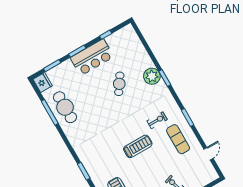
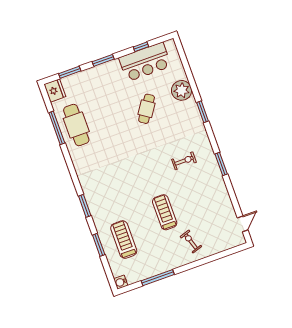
bar counter: (92, 57) -> (145, 62), moved
plant: (152, 76) -> (182, 90), moved
exercise mat: (178, 139) -> (205, 188), removed
treadmill: (138, 146) -> (165, 212), moved, turned -90
door: (209, 154) -> (243, 224), moved

